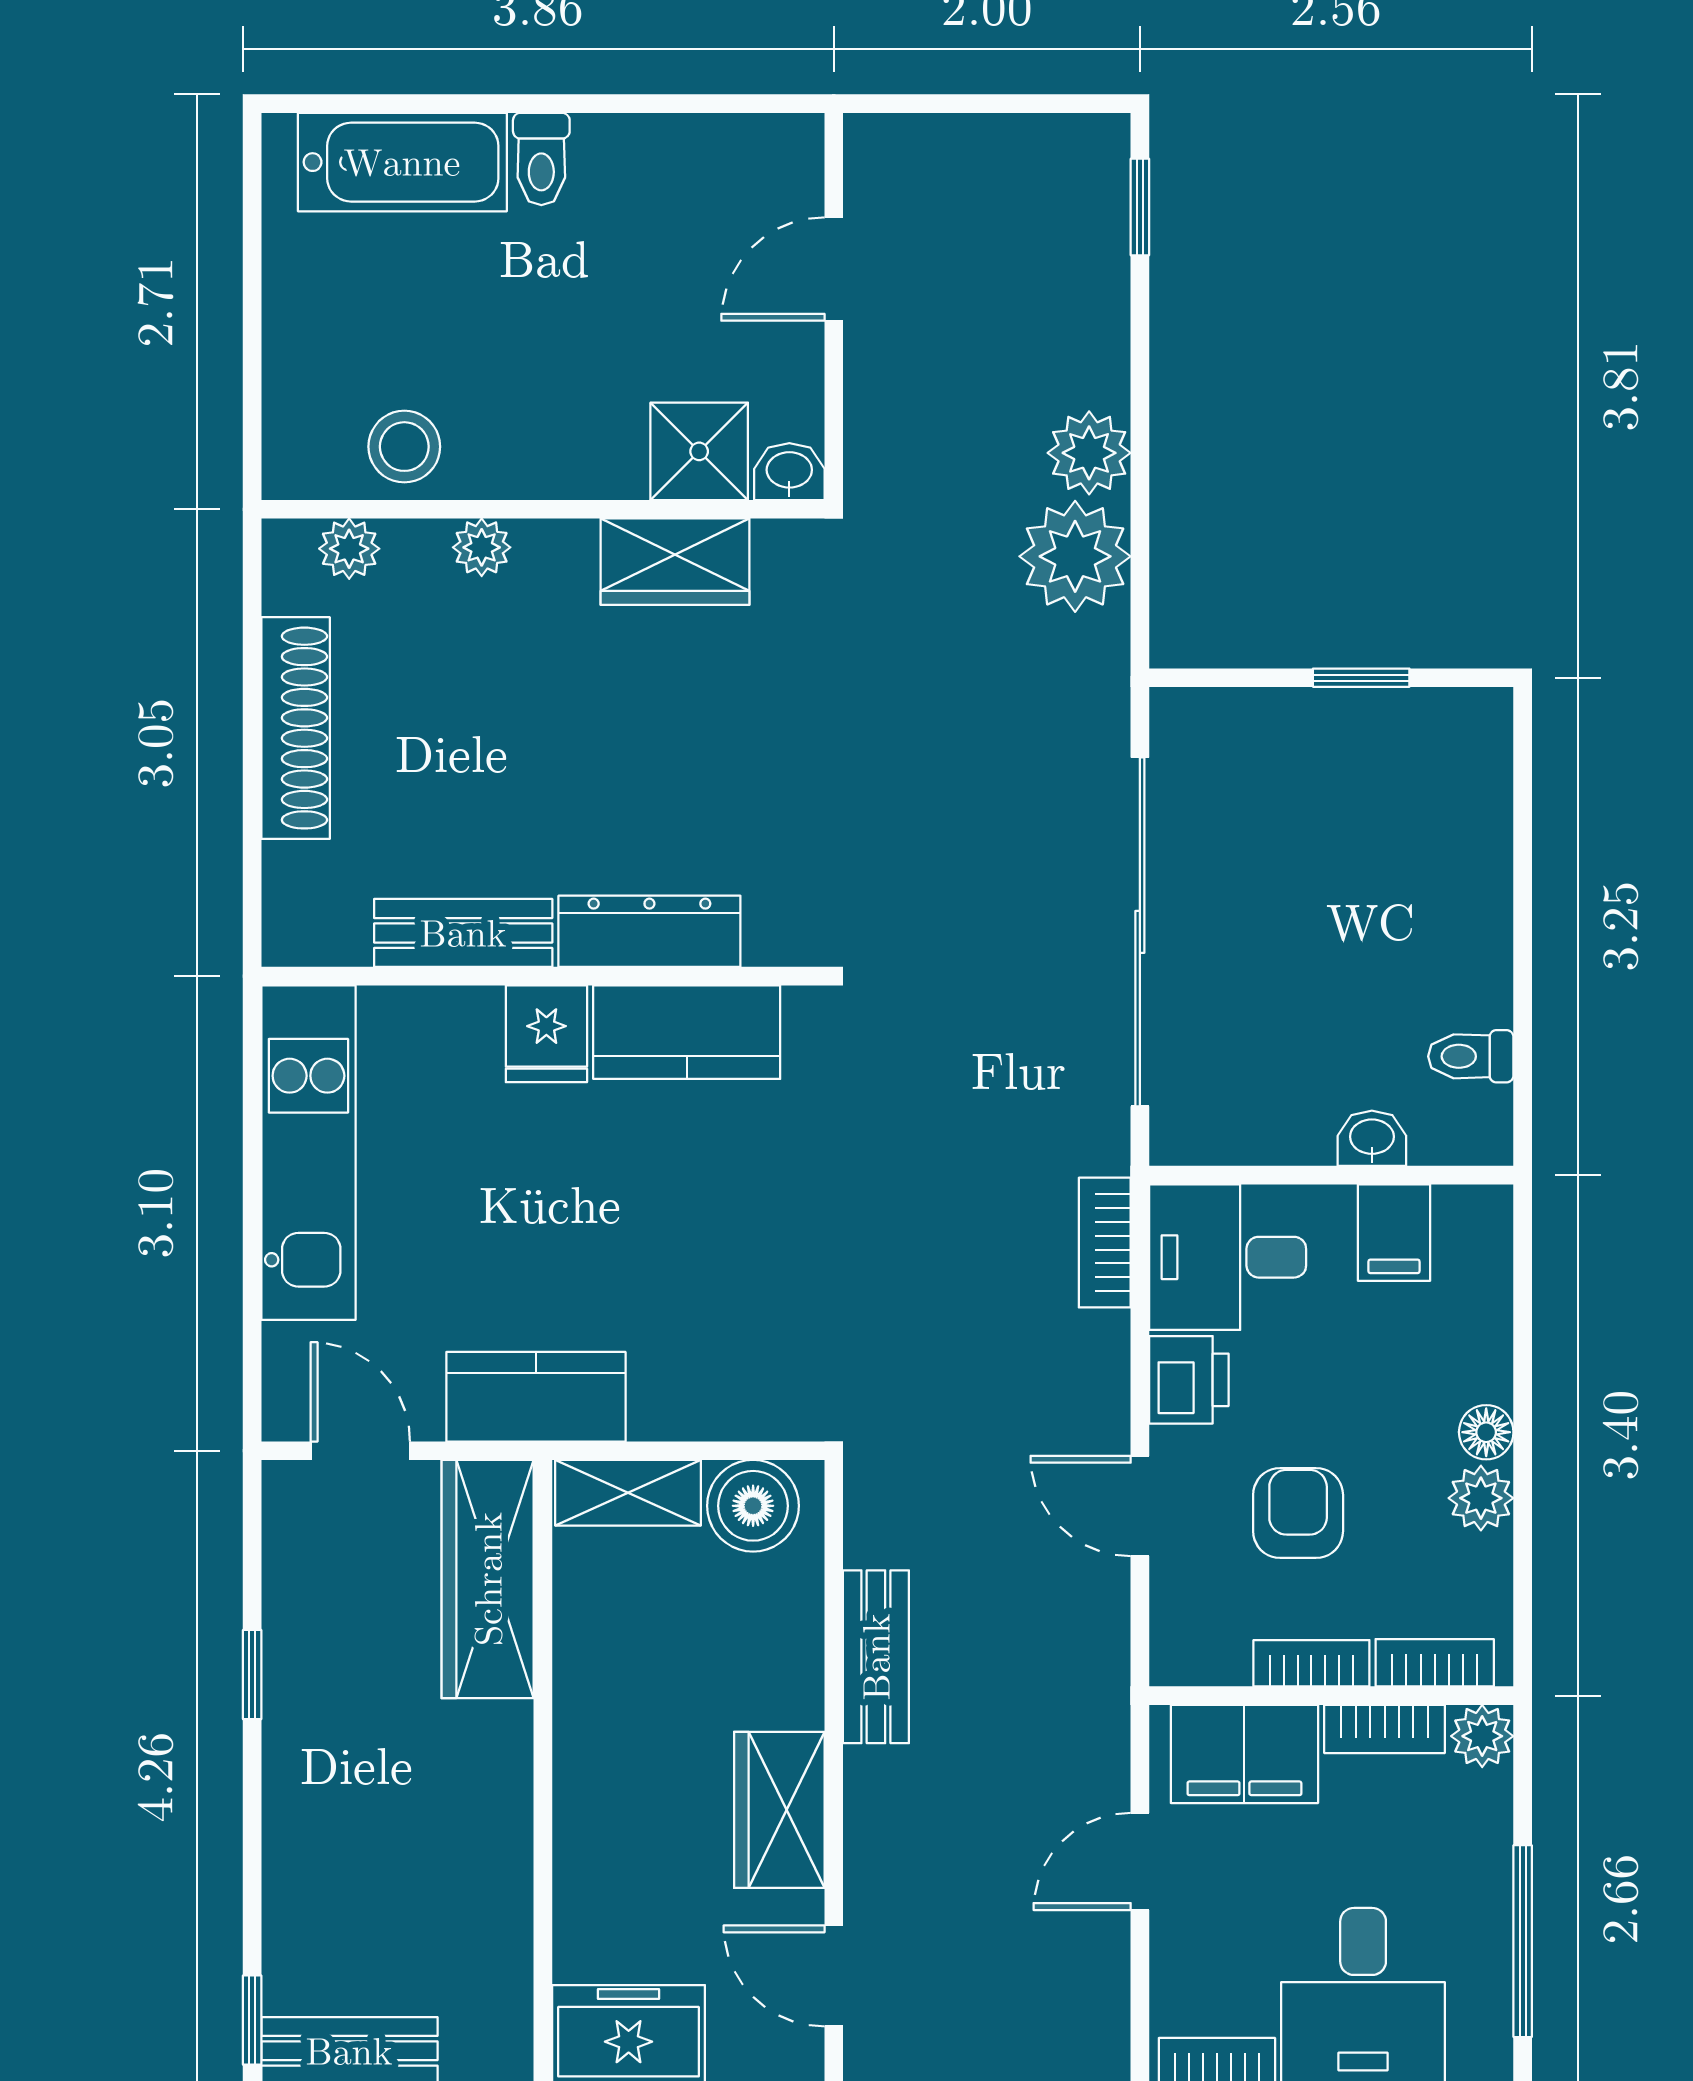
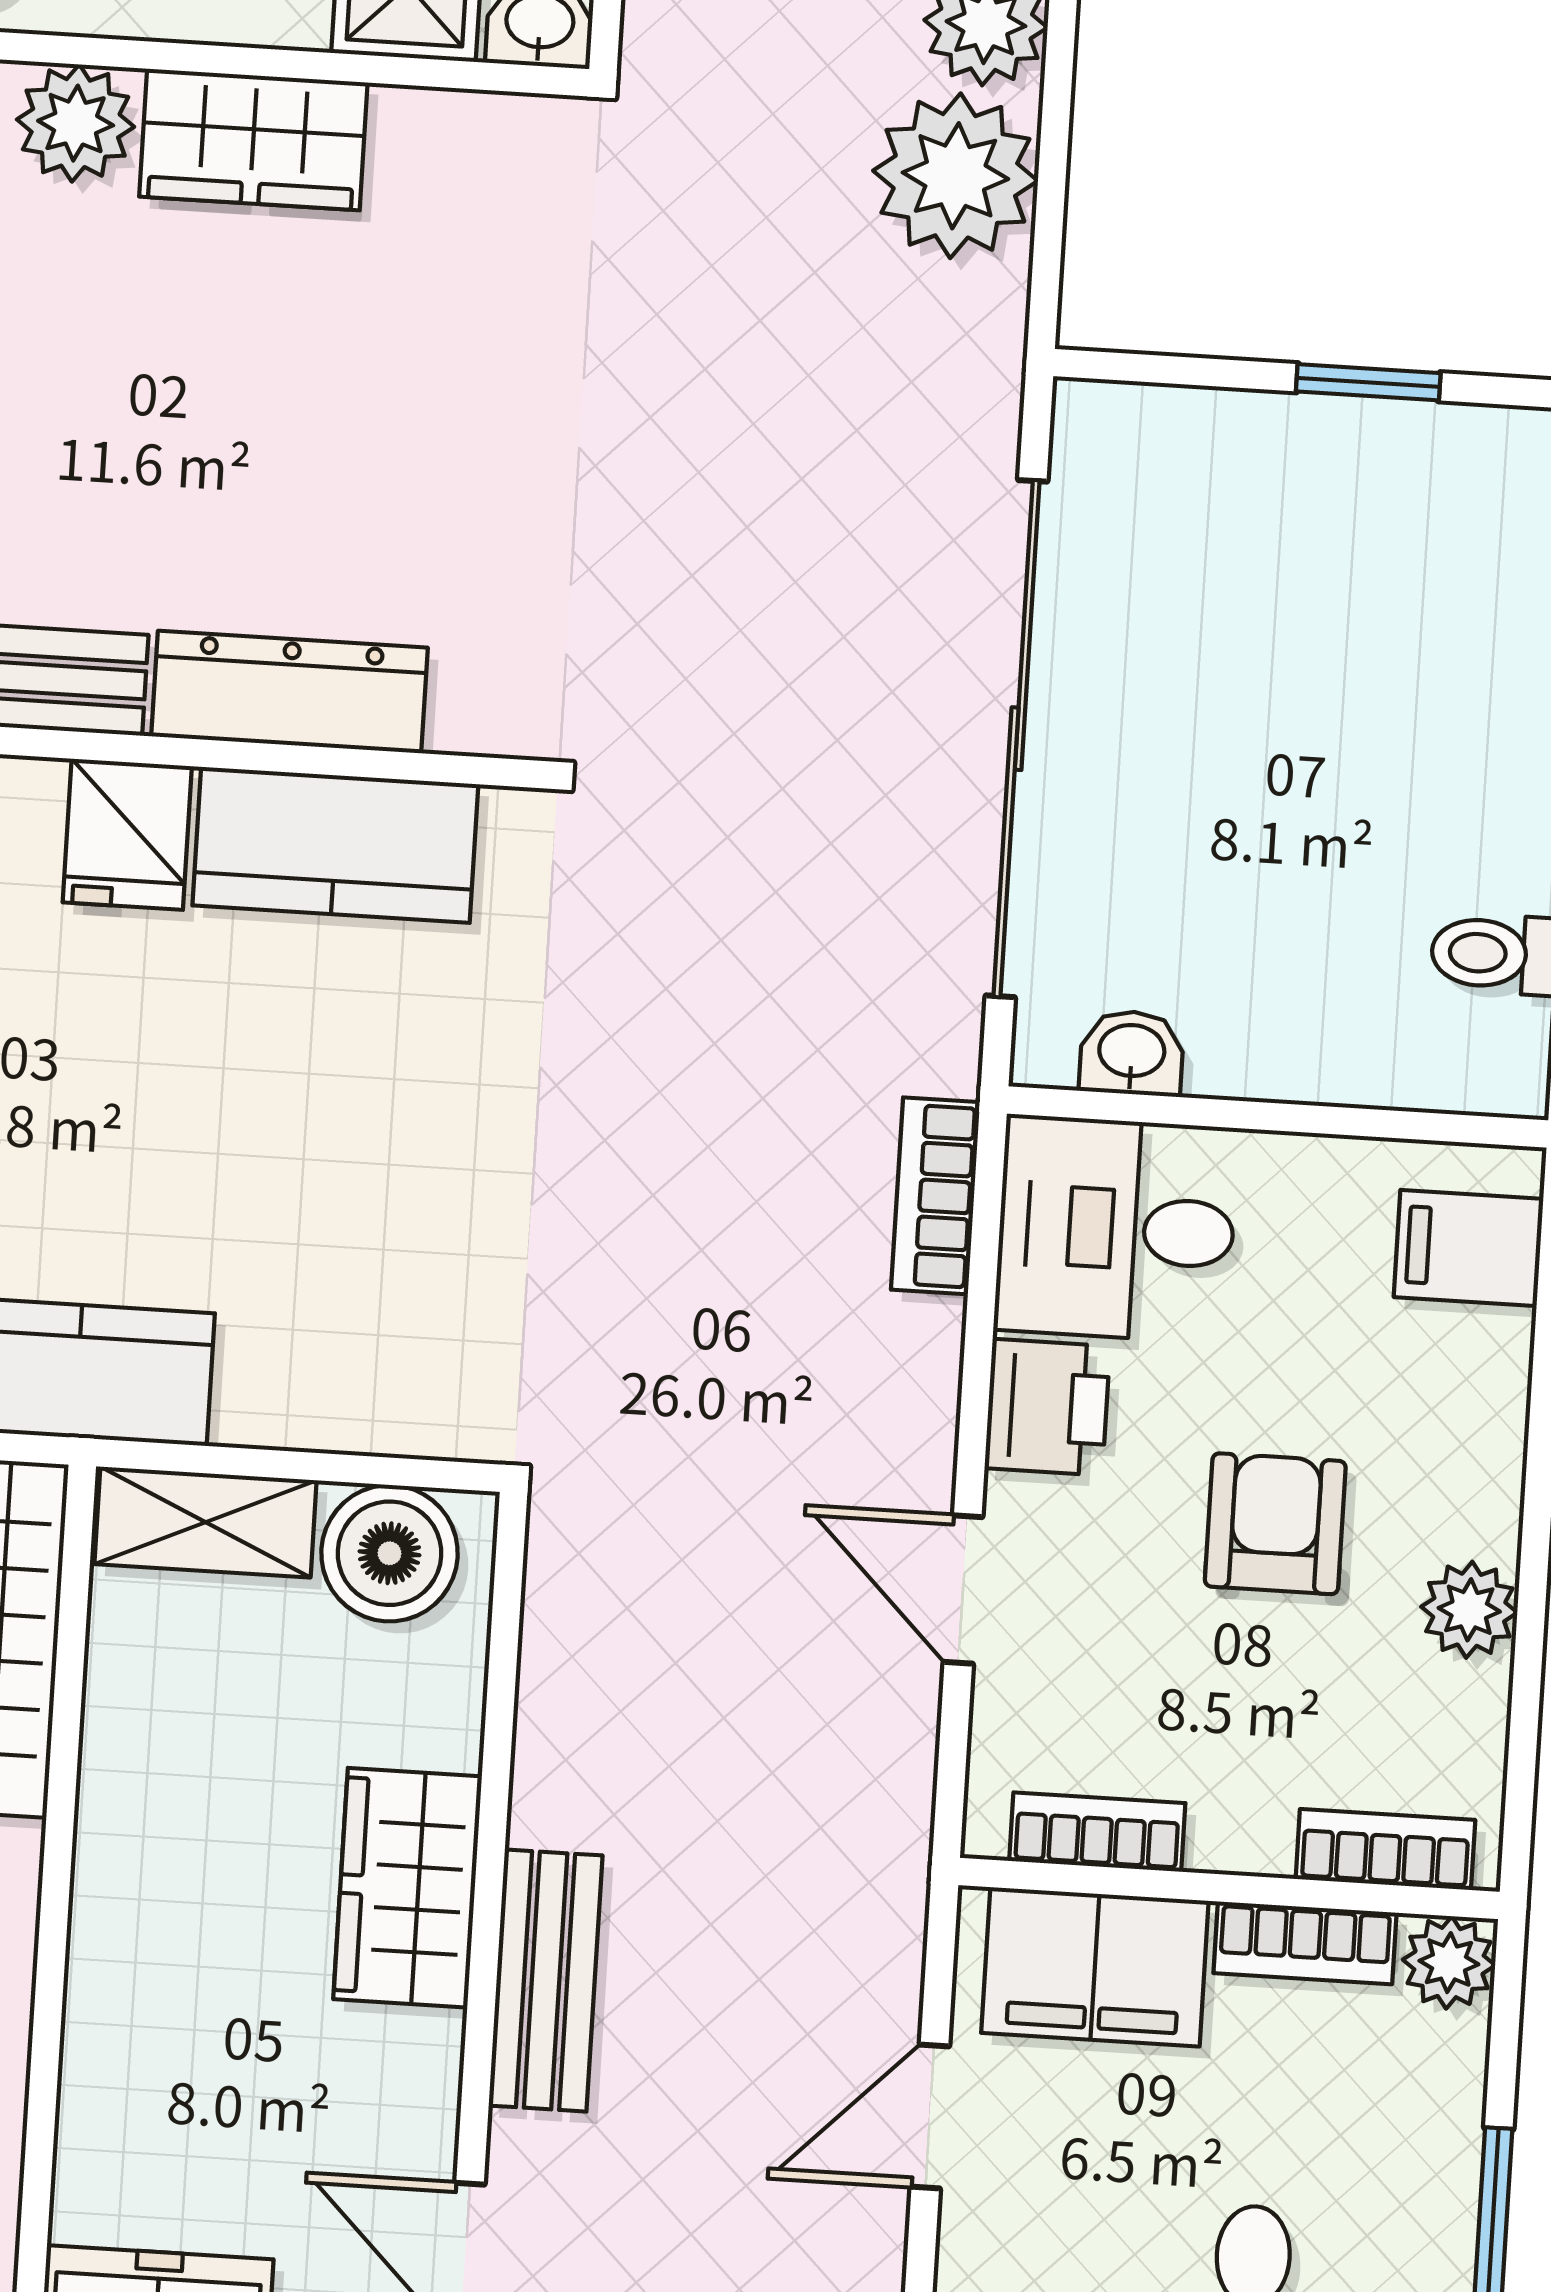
plant: (482, 547) -> (76, 123), width x1.38, depth x1.38
wardrobe: (675, 562) -> (253, 140), moved
washbasin: (1372, 1138) -> (1132, 1053), moved
filing cabinet: (1394, 1233) -> (1469, 1248), moved, turned 90
floor lamp: (1486, 1432) -> (1483, 1513), removed
armchair: (1298, 1513) -> (1275, 1524), moved
bench: (876, 1657) -> (546, 1981), moved
bookcase: (1311, 1663) -> (1097, 1832), moved
wardrobe: (779, 1810) -> (408, 1888), moved

